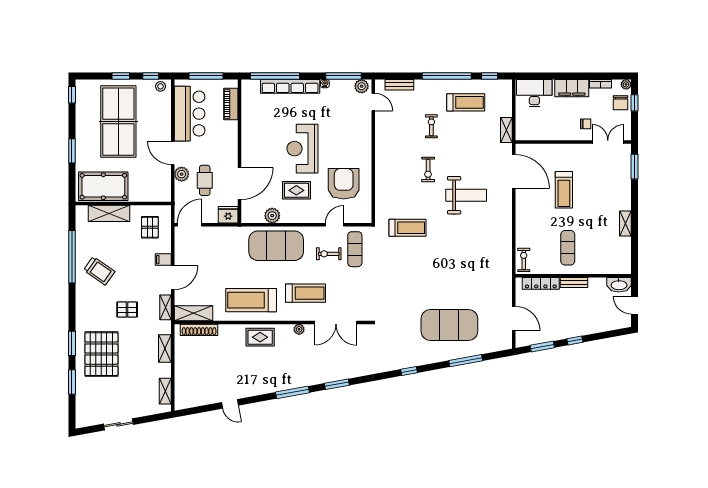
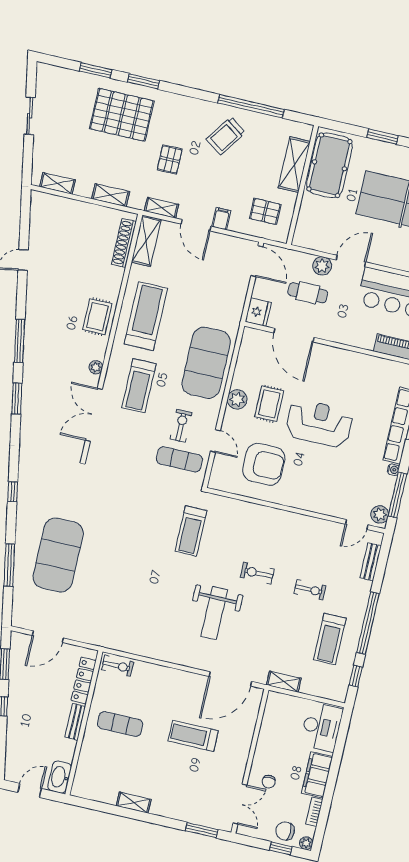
plant: (272, 216) -> (237, 399), moved

